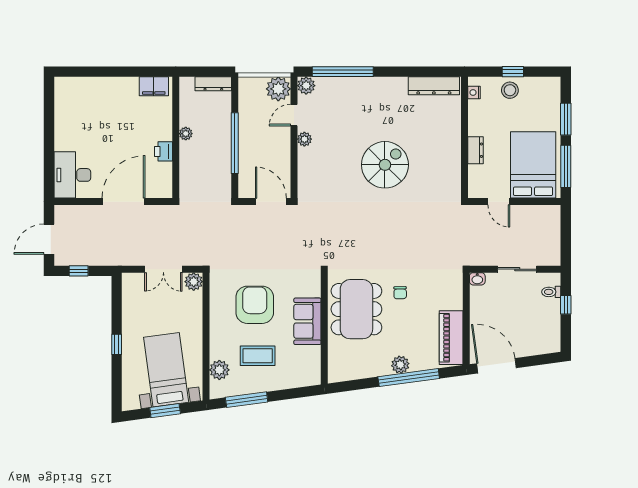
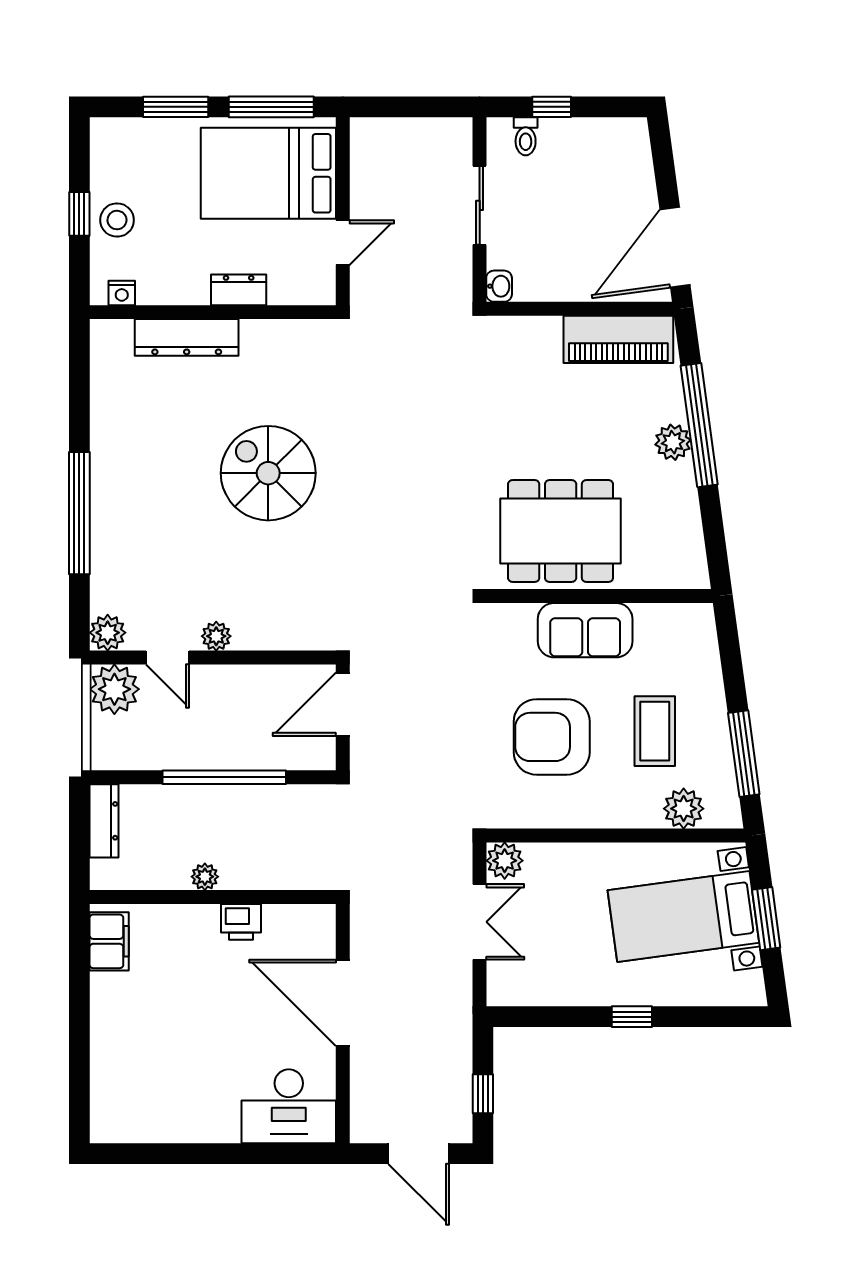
window: (343, 72) -> (79, 513), moved
dresser: (434, 86) -> (187, 337), moved, turned 90
chair: (400, 293) -> (527, 442), removed

